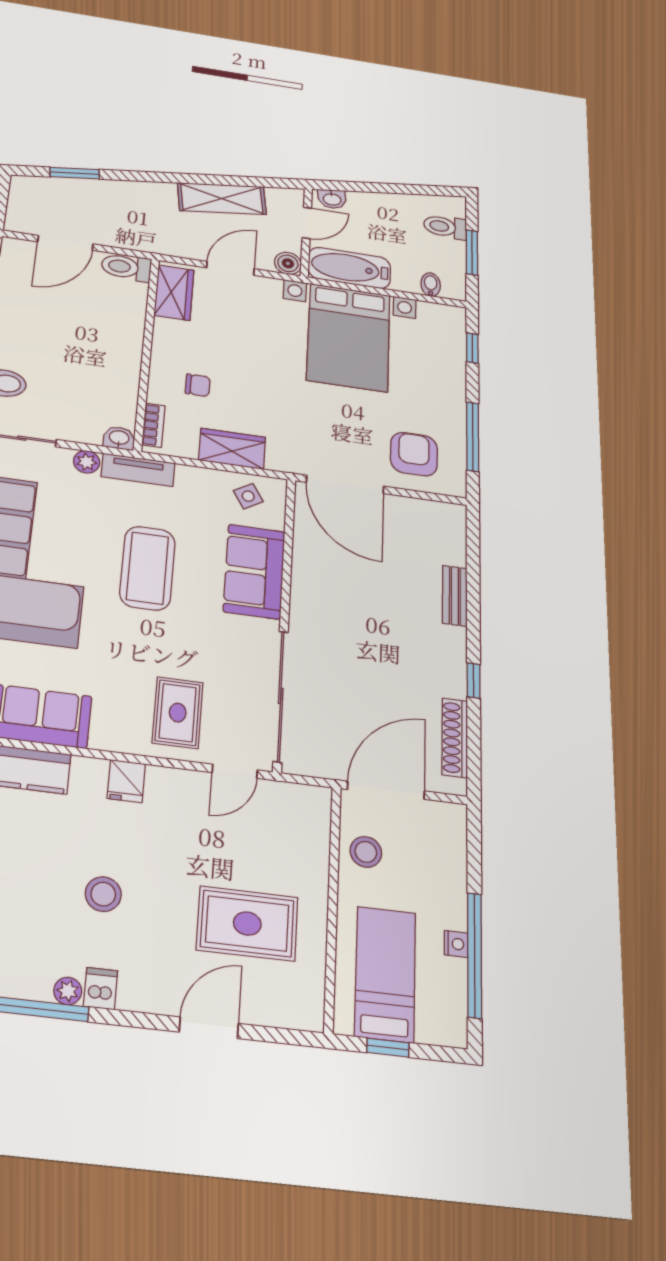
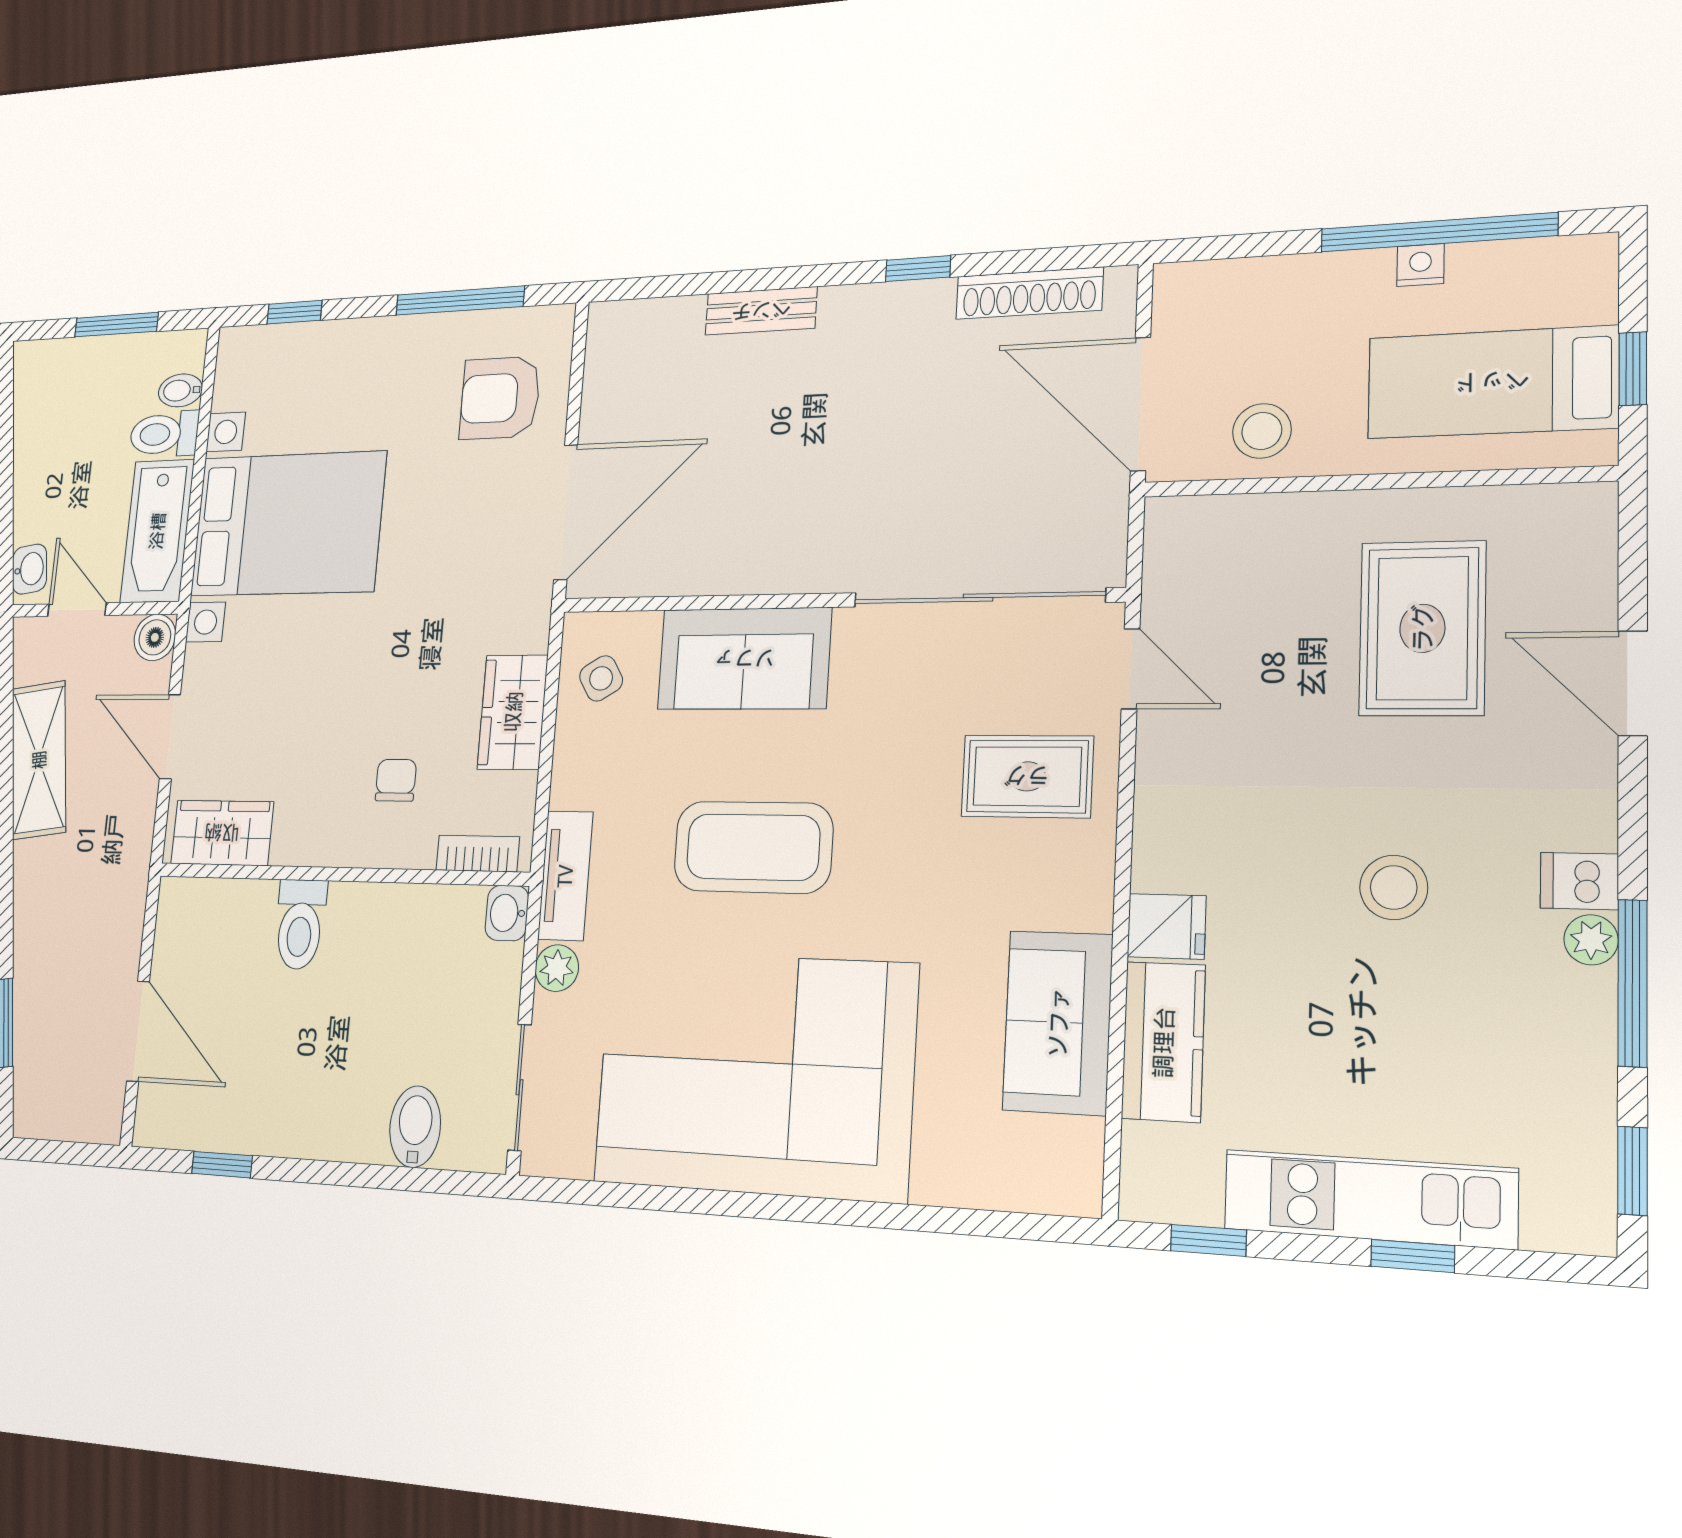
toilet: (445, 227) -> (164, 434), moved, turned 90
toilet: (126, 267) -> (300, 924), moved
fridge: (126, 781) -> (1166, 926), moved

